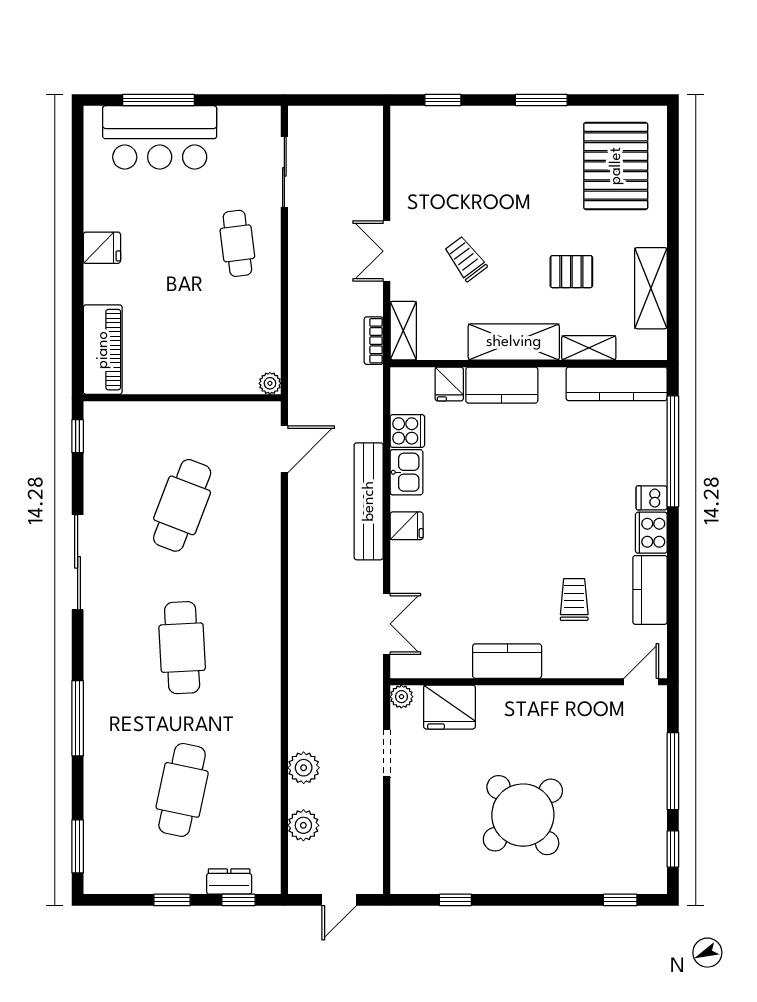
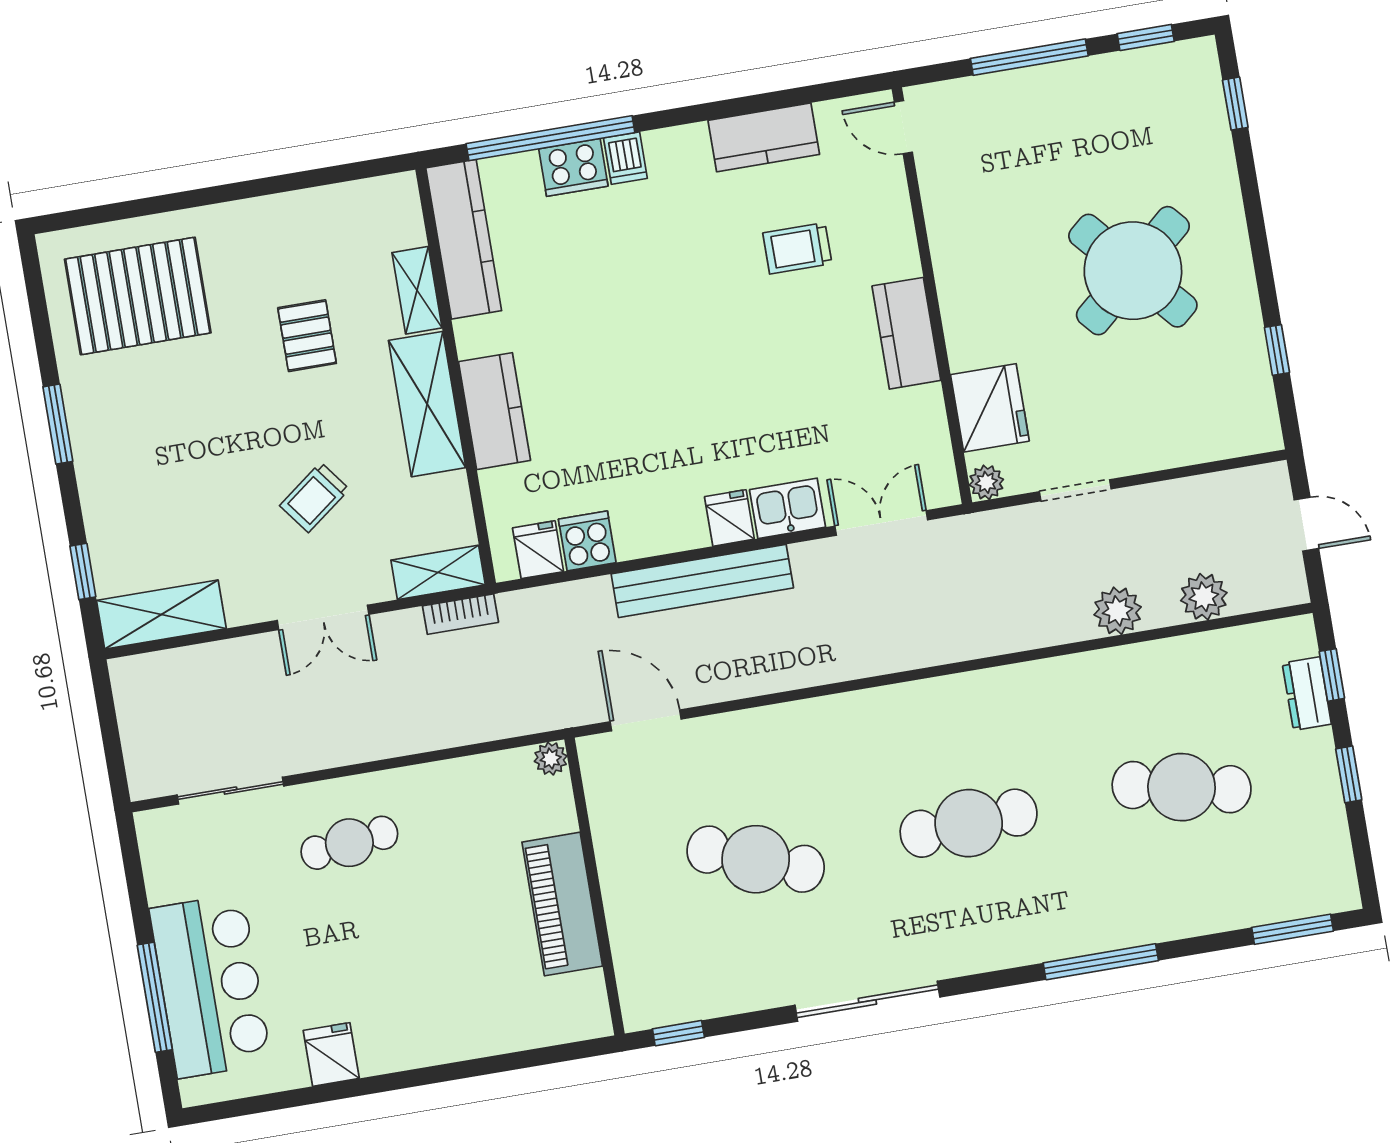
fridge: (102, 248) -> (331, 1054), moved
shelving: (651, 288) -> (161, 615), moved
piano: (103, 350) -> (562, 904), moved, turned -90
fridge: (449, 384) -> (538, 550), moved, turned -90
kitchen sink: (406, 472) -> (788, 508), moved
cooker: (651, 533) -> (573, 167), moved

